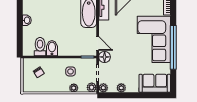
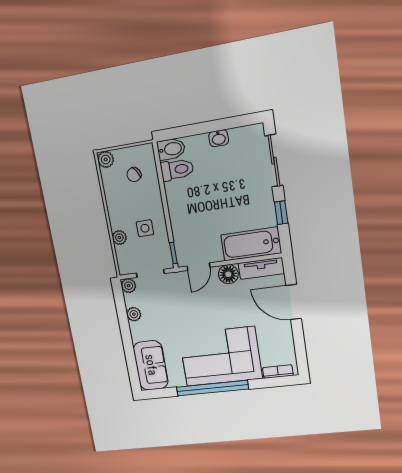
bidet: (52, 48) -> (171, 149), moved
floor lamp: (105, 57) -> (228, 274), moved
plant: (92, 87) -> (106, 159), moved

